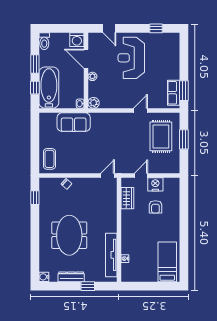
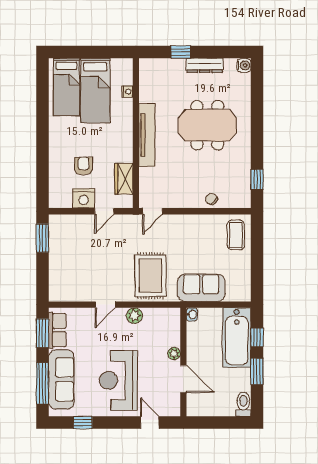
washing machine: (77, 40) -> (197, 406), removed
window: (184, 56) -> (42, 383), added
reception desk: (131, 58) -> (118, 380), turned 180
sofa: (171, 58) -> (61, 379), added
plant: (94, 103) -> (134, 316), moved
rug: (161, 136) -> (151, 276), moved
window: (184, 139) -> (42, 238), moved
meeting table: (69, 235) -> (207, 125), turned 90
tv unit: (111, 255) -> (147, 135), moved
bed: (147, 259) -> (95, 90), added

